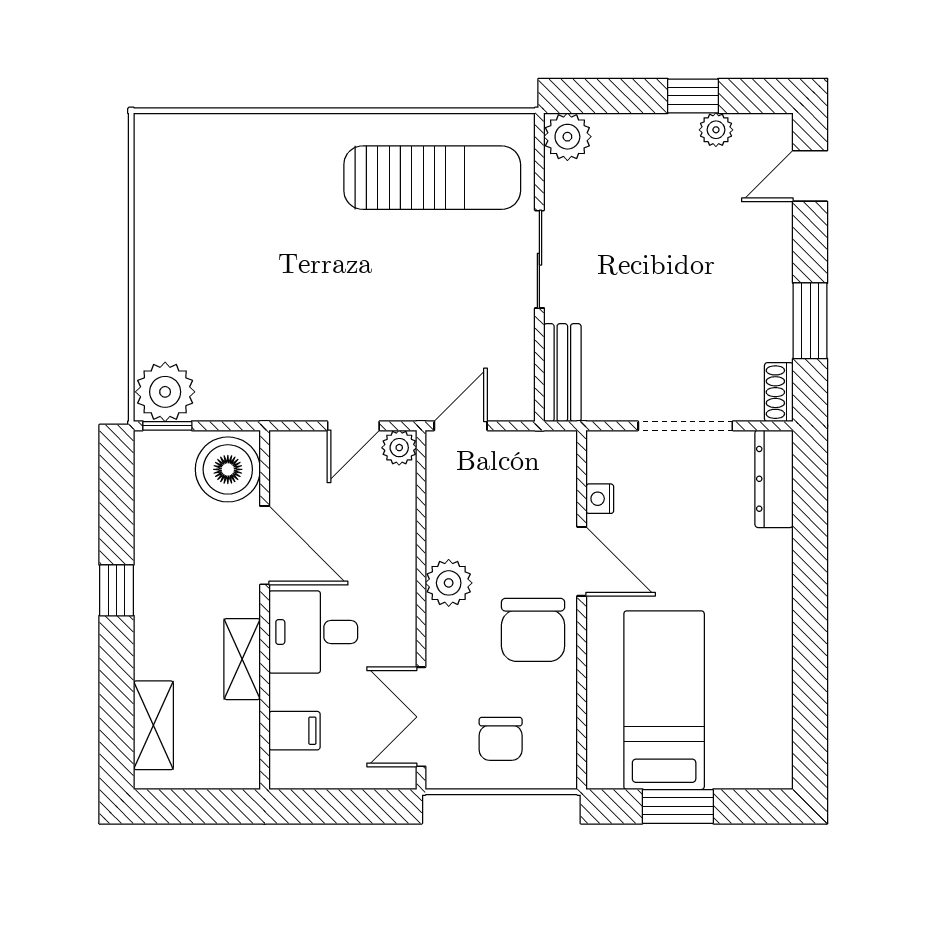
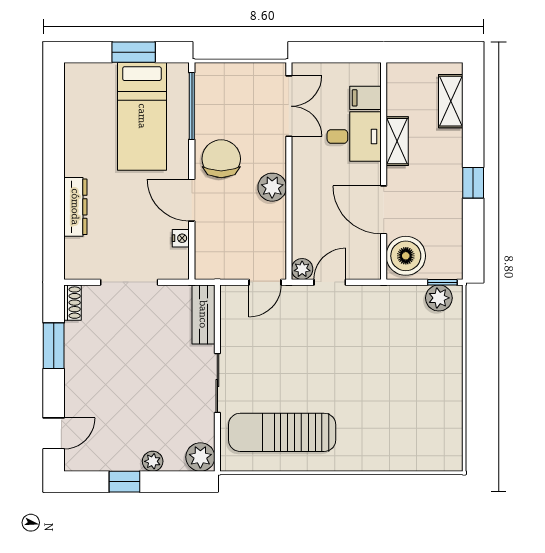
plant: (716, 130) -> (153, 461), moved
plant: (165, 392) -> (439, 298), width x0.73, depth x0.73
dresser: (774, 479) -> (75, 207), moved
desk: (313, 632) -> (354, 136), moved
window: (582, 717) -> (192, 106), added
chair: (501, 739) -> (241, 93), removed

